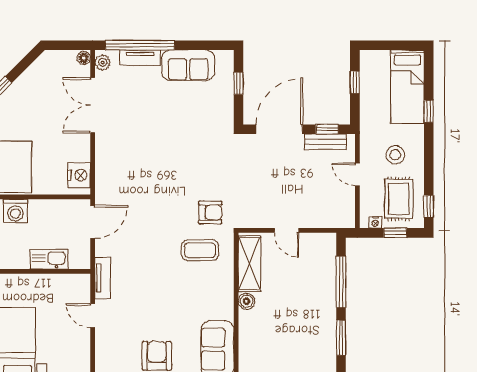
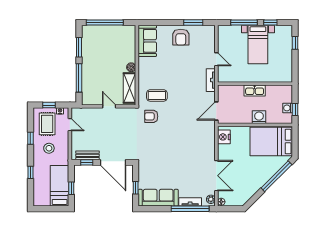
sofa: (188, 65) -> (158, 198), width x1.36
bed: (407, 87) -> (60, 186), moved
door: (279, 129) -> (113, 162), hinge flipped
door: (357, 174) -> (70, 125), moved
window: (429, 206) -> (30, 138), moved
kitchen sink: (49, 259) -> (255, 90), moved

